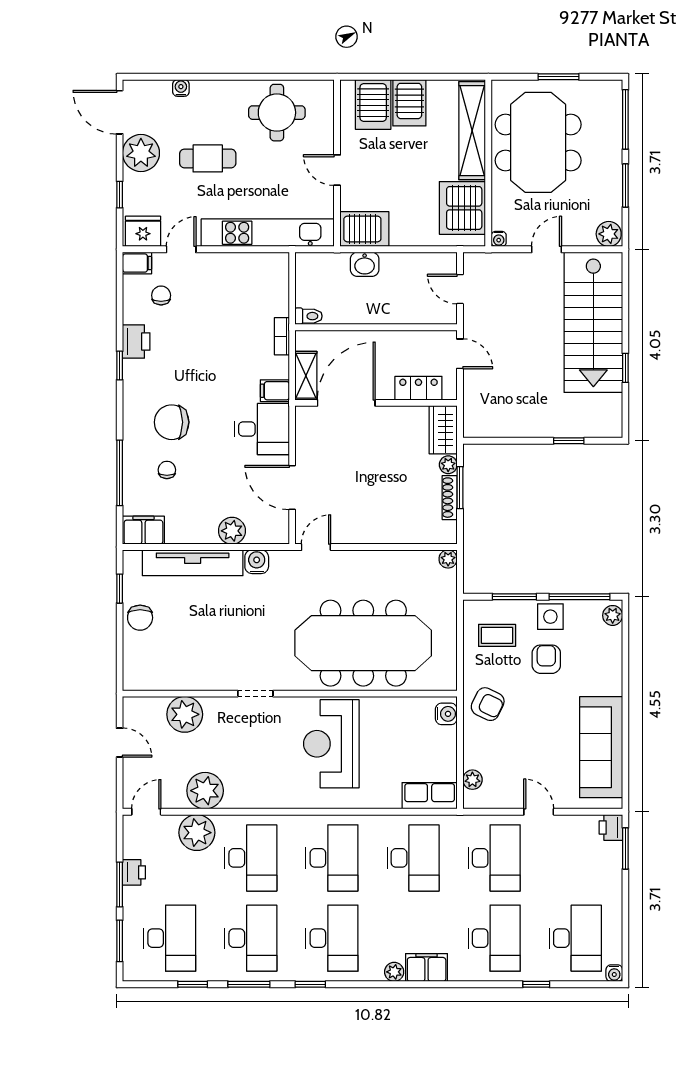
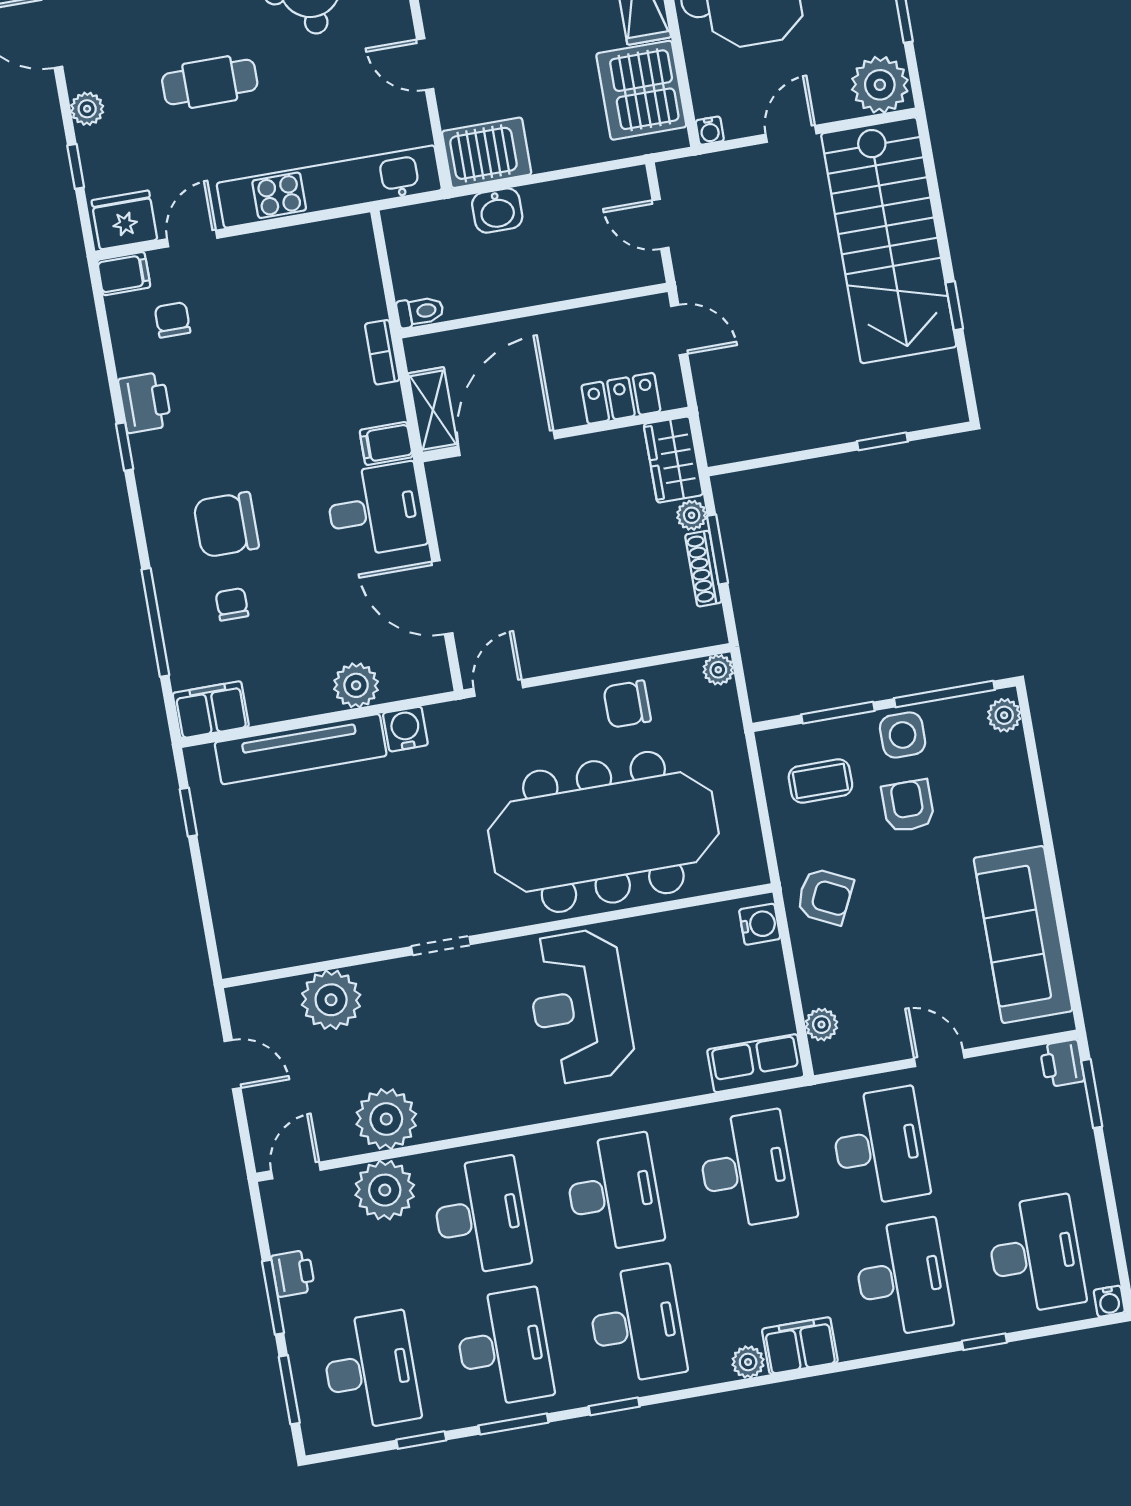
plant: (141, 153) -> (87, 109), width x0.53, depth x0.53
plant: (609, 234) -> (880, 85), width x1.36, depth x1.36
chair: (140, 618) -> (627, 704), moved, turned 90

